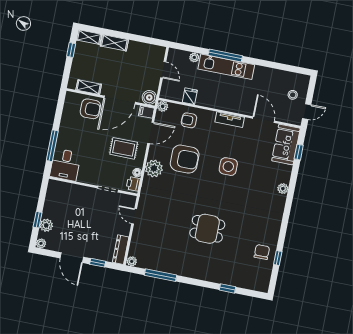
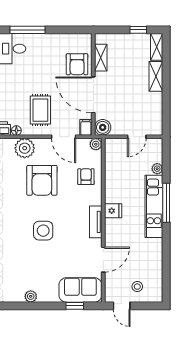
fridge: (190, 96) -> (113, 211), moved

